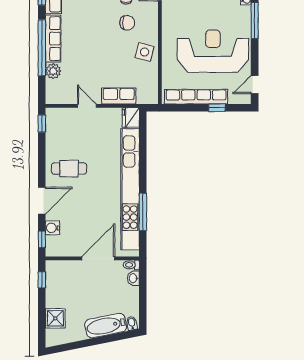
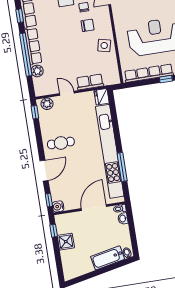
plant: (59, 115) -> (47, 104), added
water cooler: (52, 228) -> (58, 206), moved
shower: (55, 318) -> (66, 242), moved

